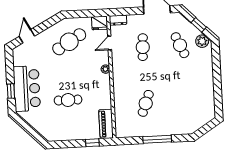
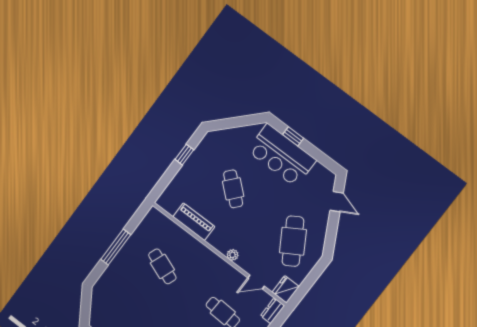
door: (110, 43) -> (256, 282), swing flipped
cafe table: (68, 100) -> (233, 189), turned -49
piano: (106, 124) -> (194, 222), moved
window: (92, 143) -> (184, 155), moved

